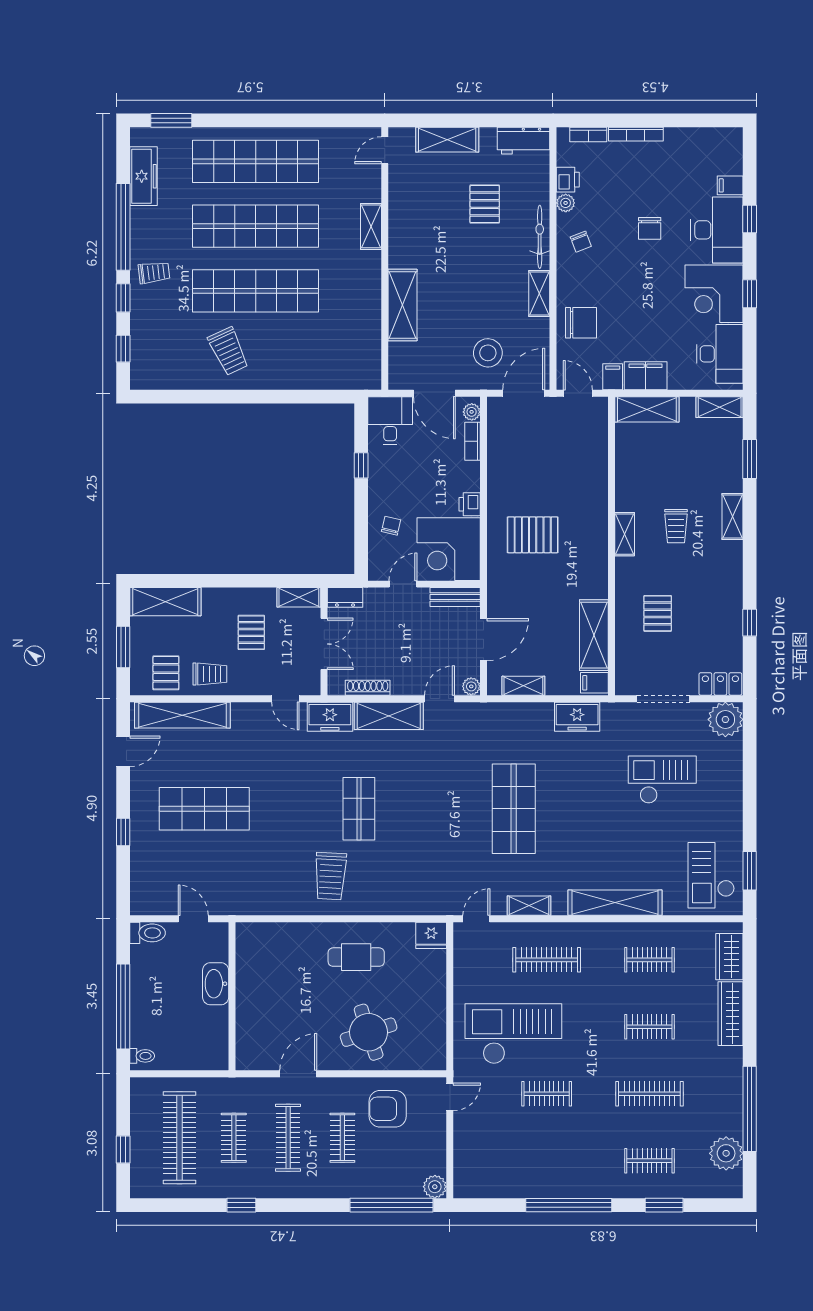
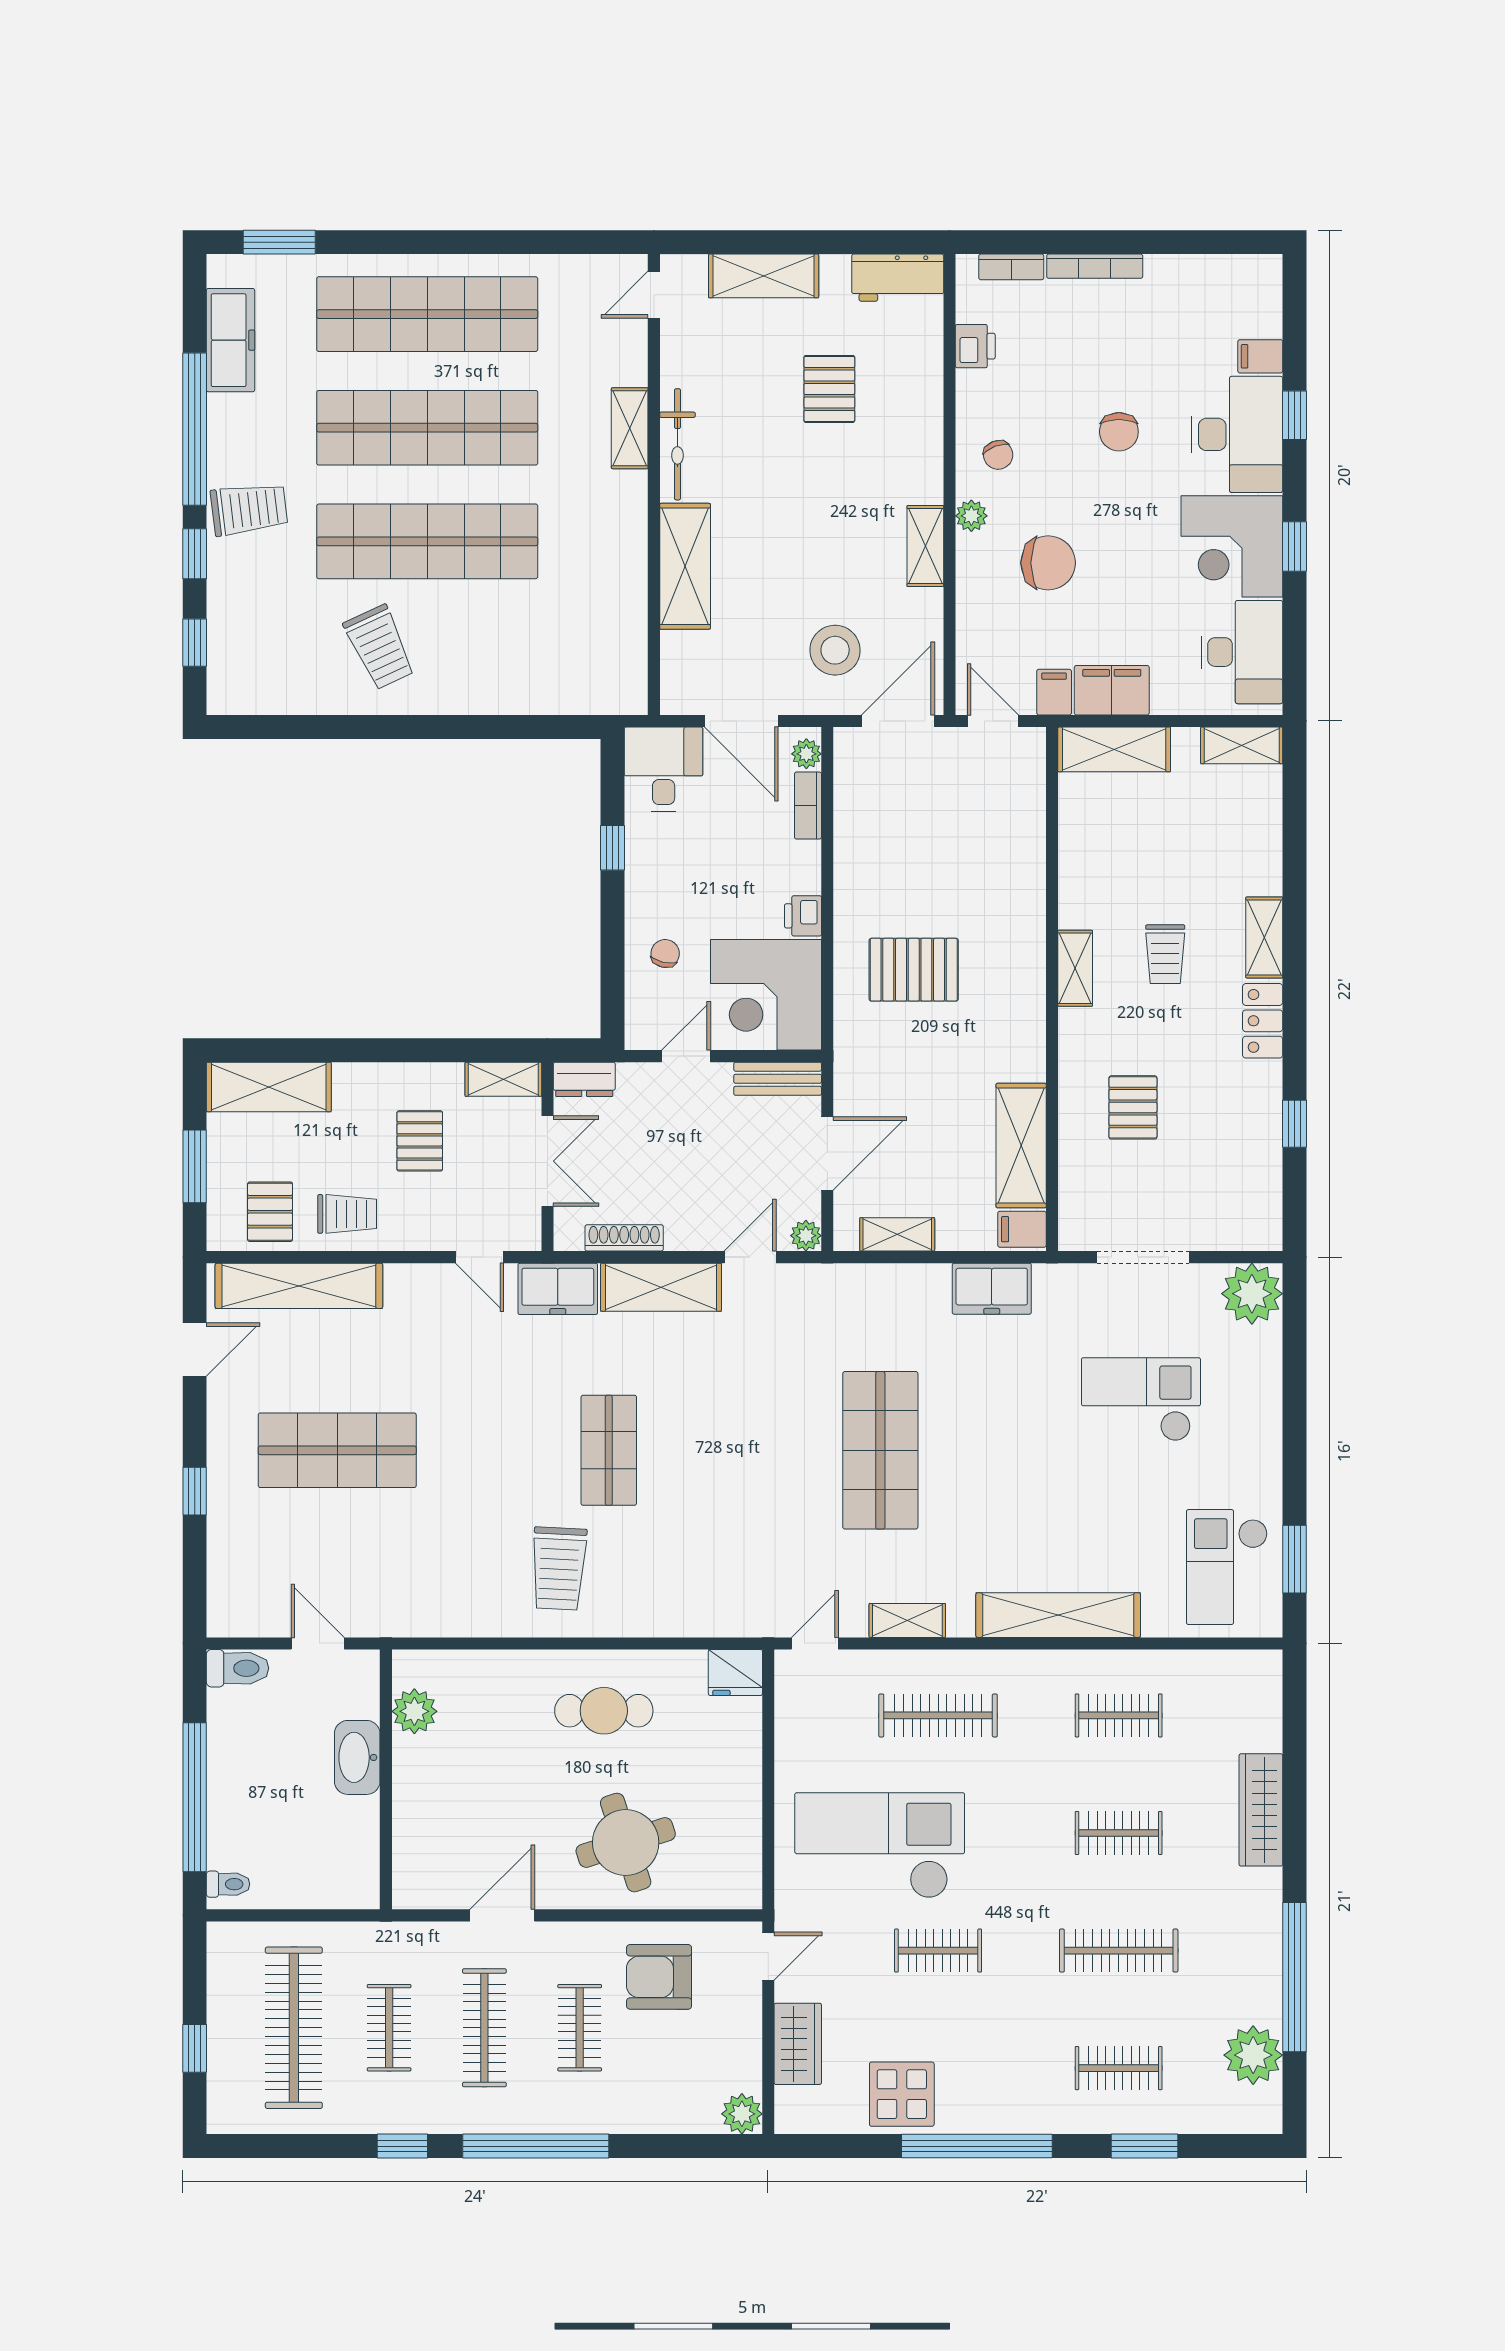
plant: (566, 203) -> (971, 516), moved
bicycle: (540, 237) -> (677, 444), moved, turned 180
trolley: (154, 273) -> (249, 509), width x1.36, depth x1.39
chair: (581, 323) -> (1048, 563), moved
window: (750, 459) -> (1294, 836), removed
locker: (720, 684) -> (1263, 1021), moved, turned -90
plant: (248, 957) -> (414, 1711), added
wardrobe: (729, 957) -> (798, 2044), moved, turned 180
display table: (526, 1176) -> (902, 2094), added
window: (392, 1205) -> (536, 2146), moved

